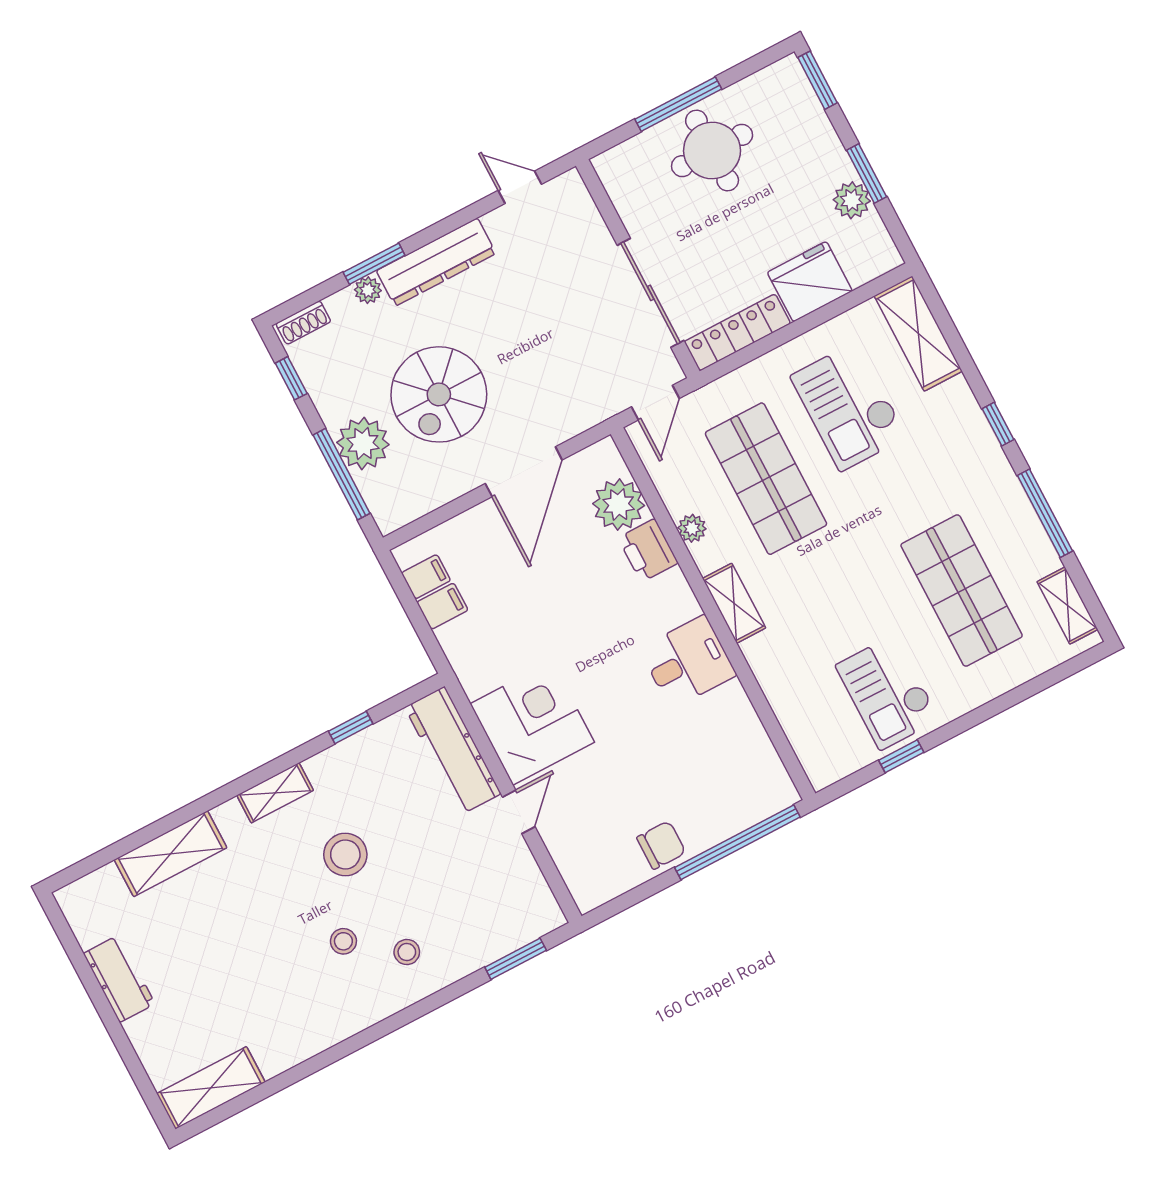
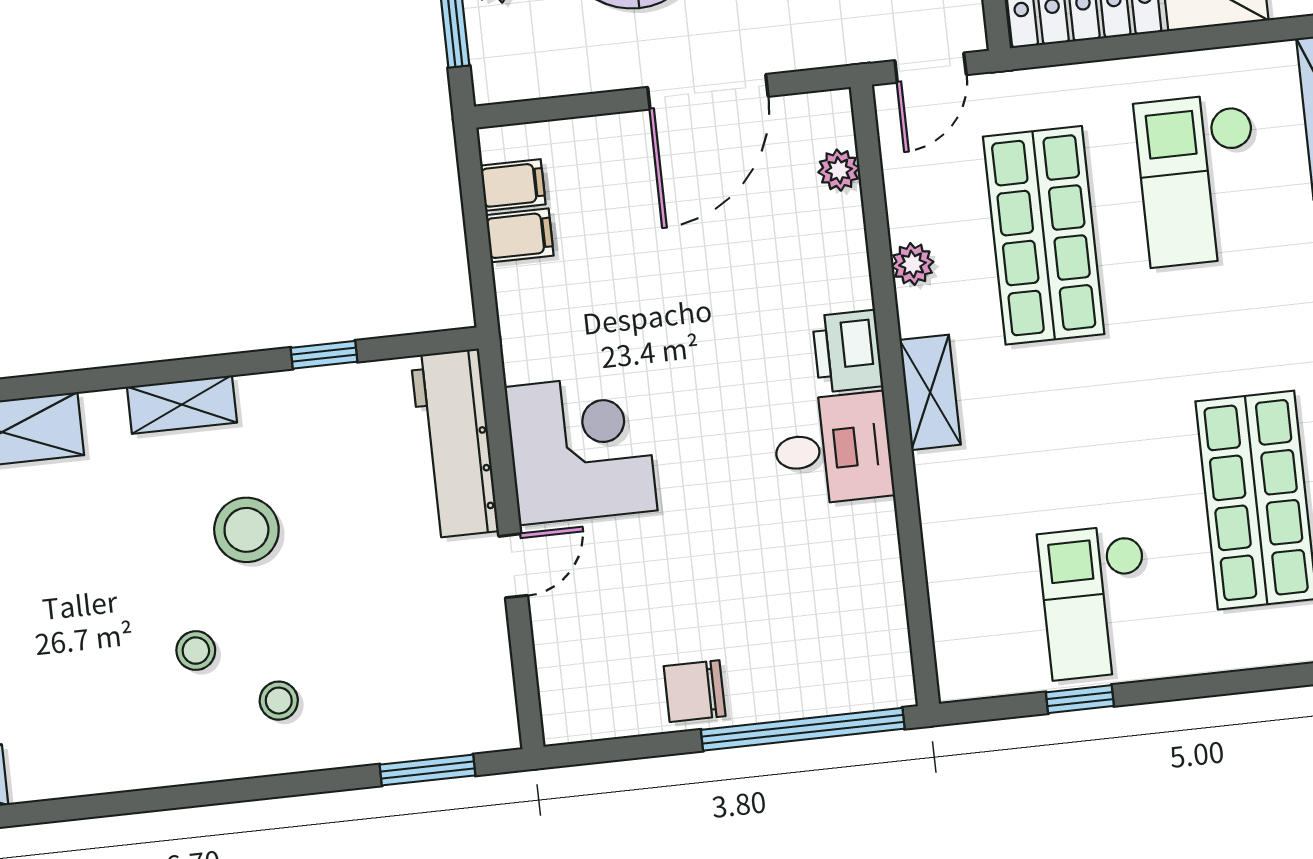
plant: (619, 505) -> (839, 170), width x0.53, depth x0.53
printer: (648, 550) -> (847, 351), moved
chair: (661, 845) -> (695, 691), turned 180

